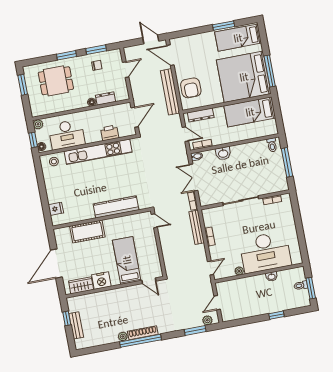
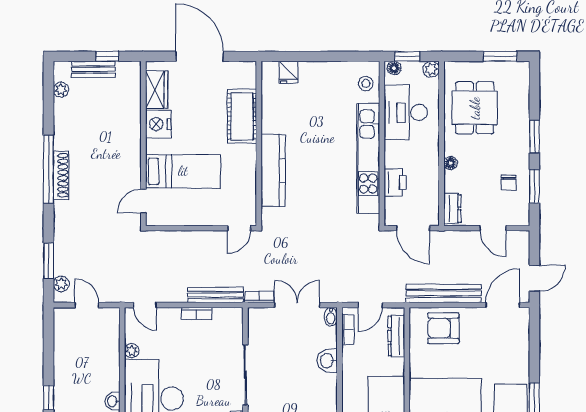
dining table: (56, 81) -> (475, 108), moved
dresser: (106, 98) -> (452, 209), moved
plant: (123, 336) -> (61, 90), moved

